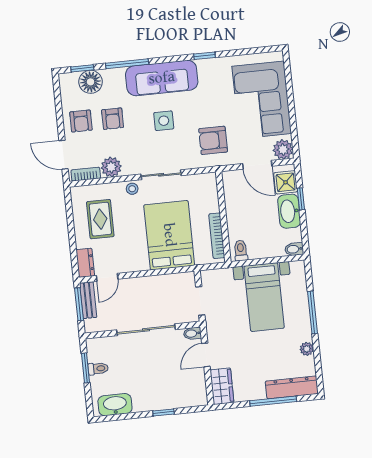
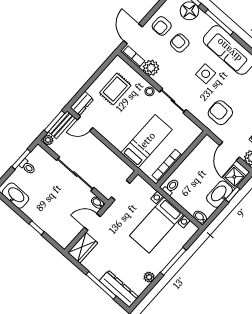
armchair: (113, 119) -> (180, 43), turned 94
bed: (169, 235) -> (147, 141), width x0.67
plant: (91, 326) -> (48, 140), added

